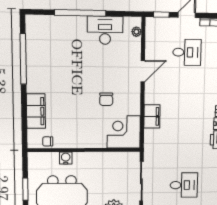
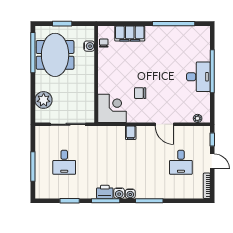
desk: (105, 30) -> (198, 77), moved
filing cabinet: (152, 116) -> (131, 133), width x0.50
water cooler: (66, 158) -> (89, 46), moved

